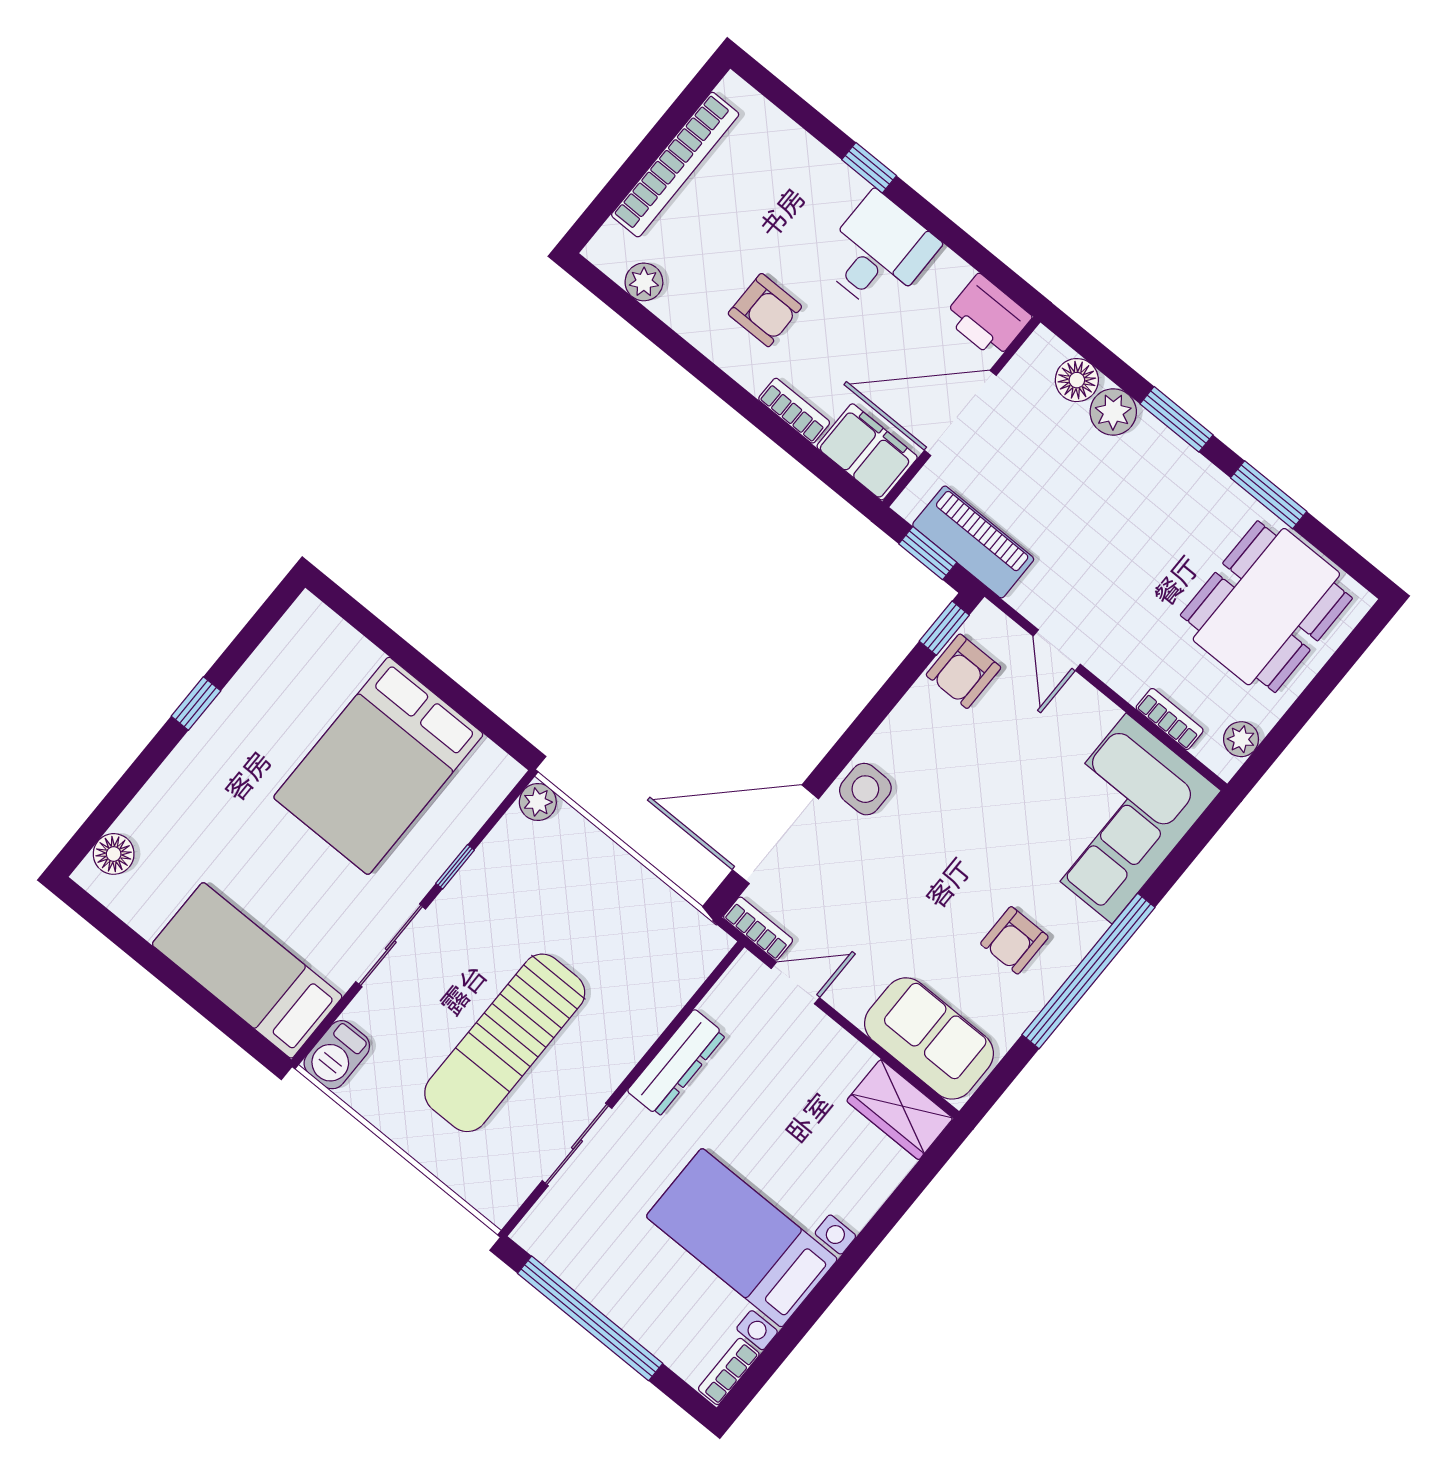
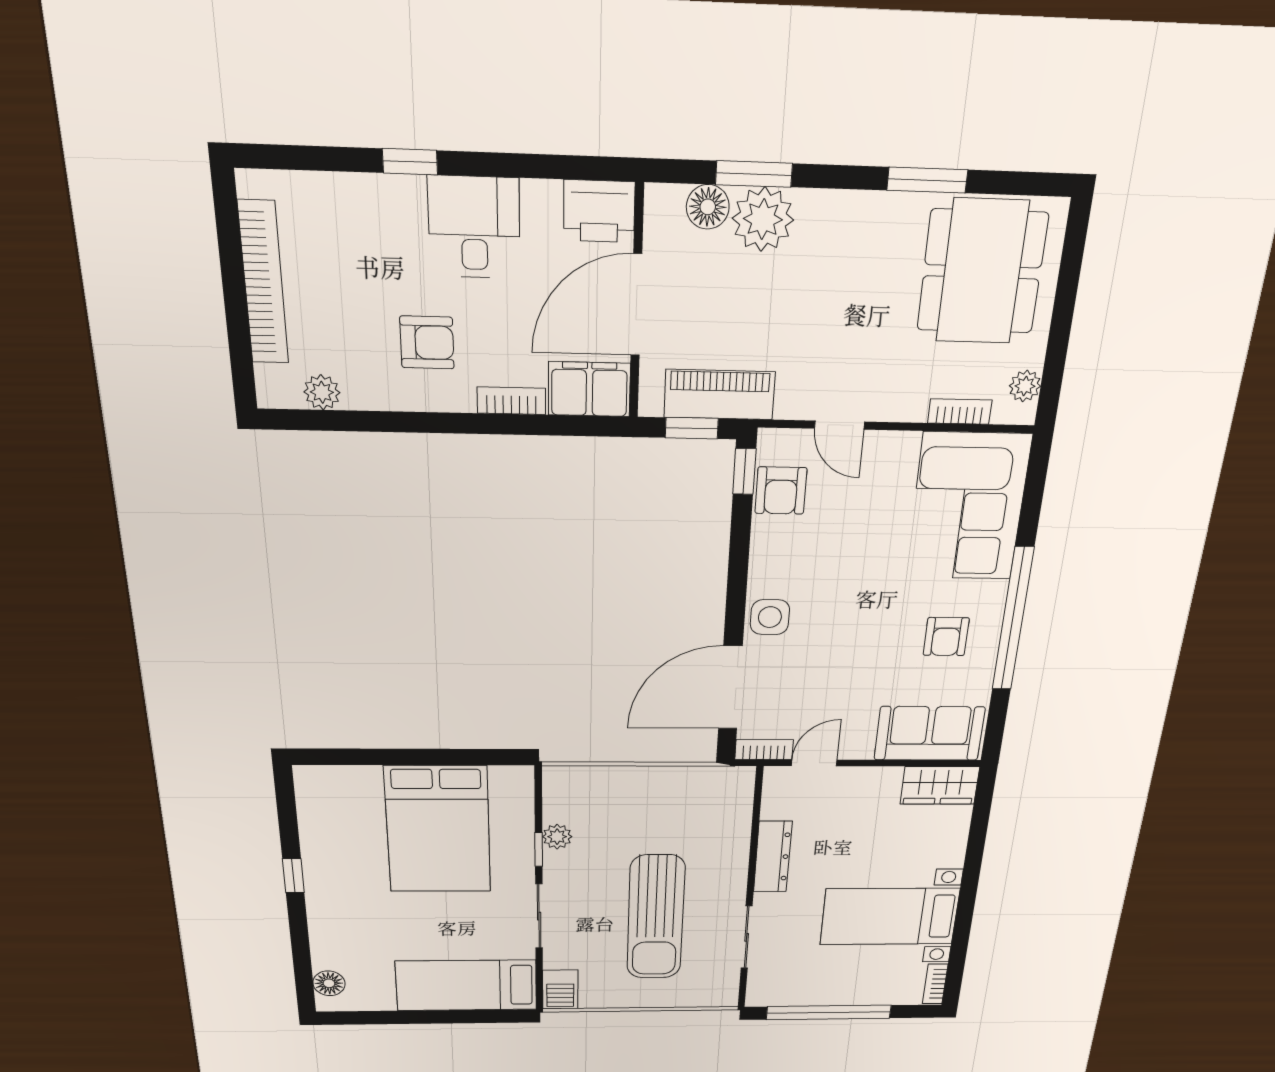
plant: (1113, 412) -> (763, 219), width x1.36, depth x1.36
window: (1177, 419) -> (754, 174), moved
plant: (538, 802) -> (557, 837), moved

